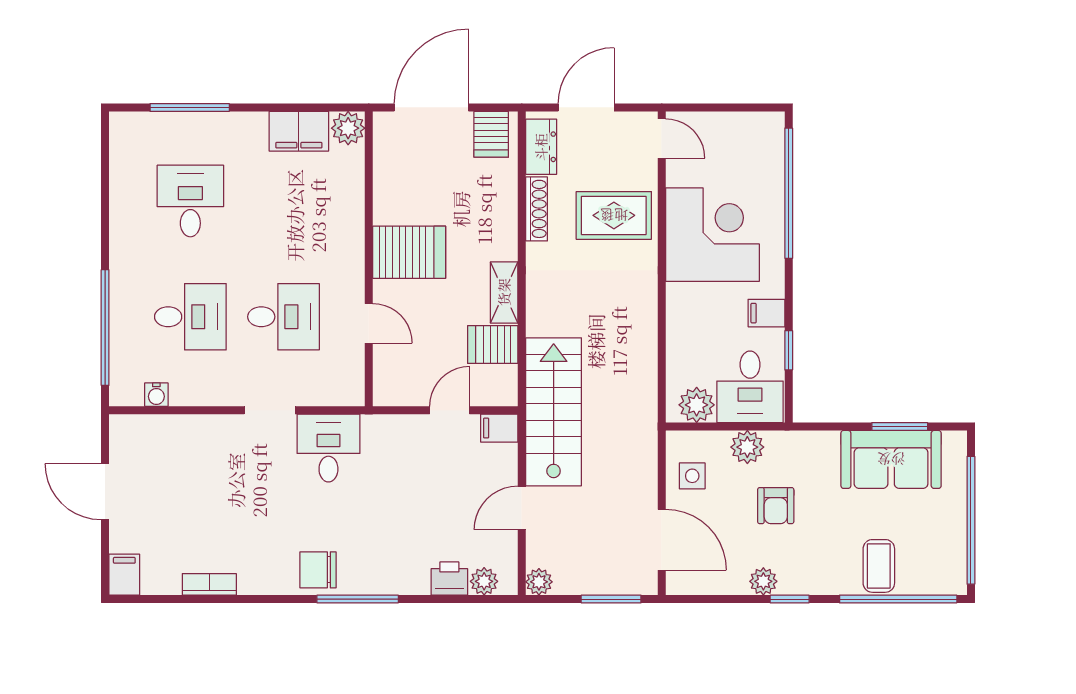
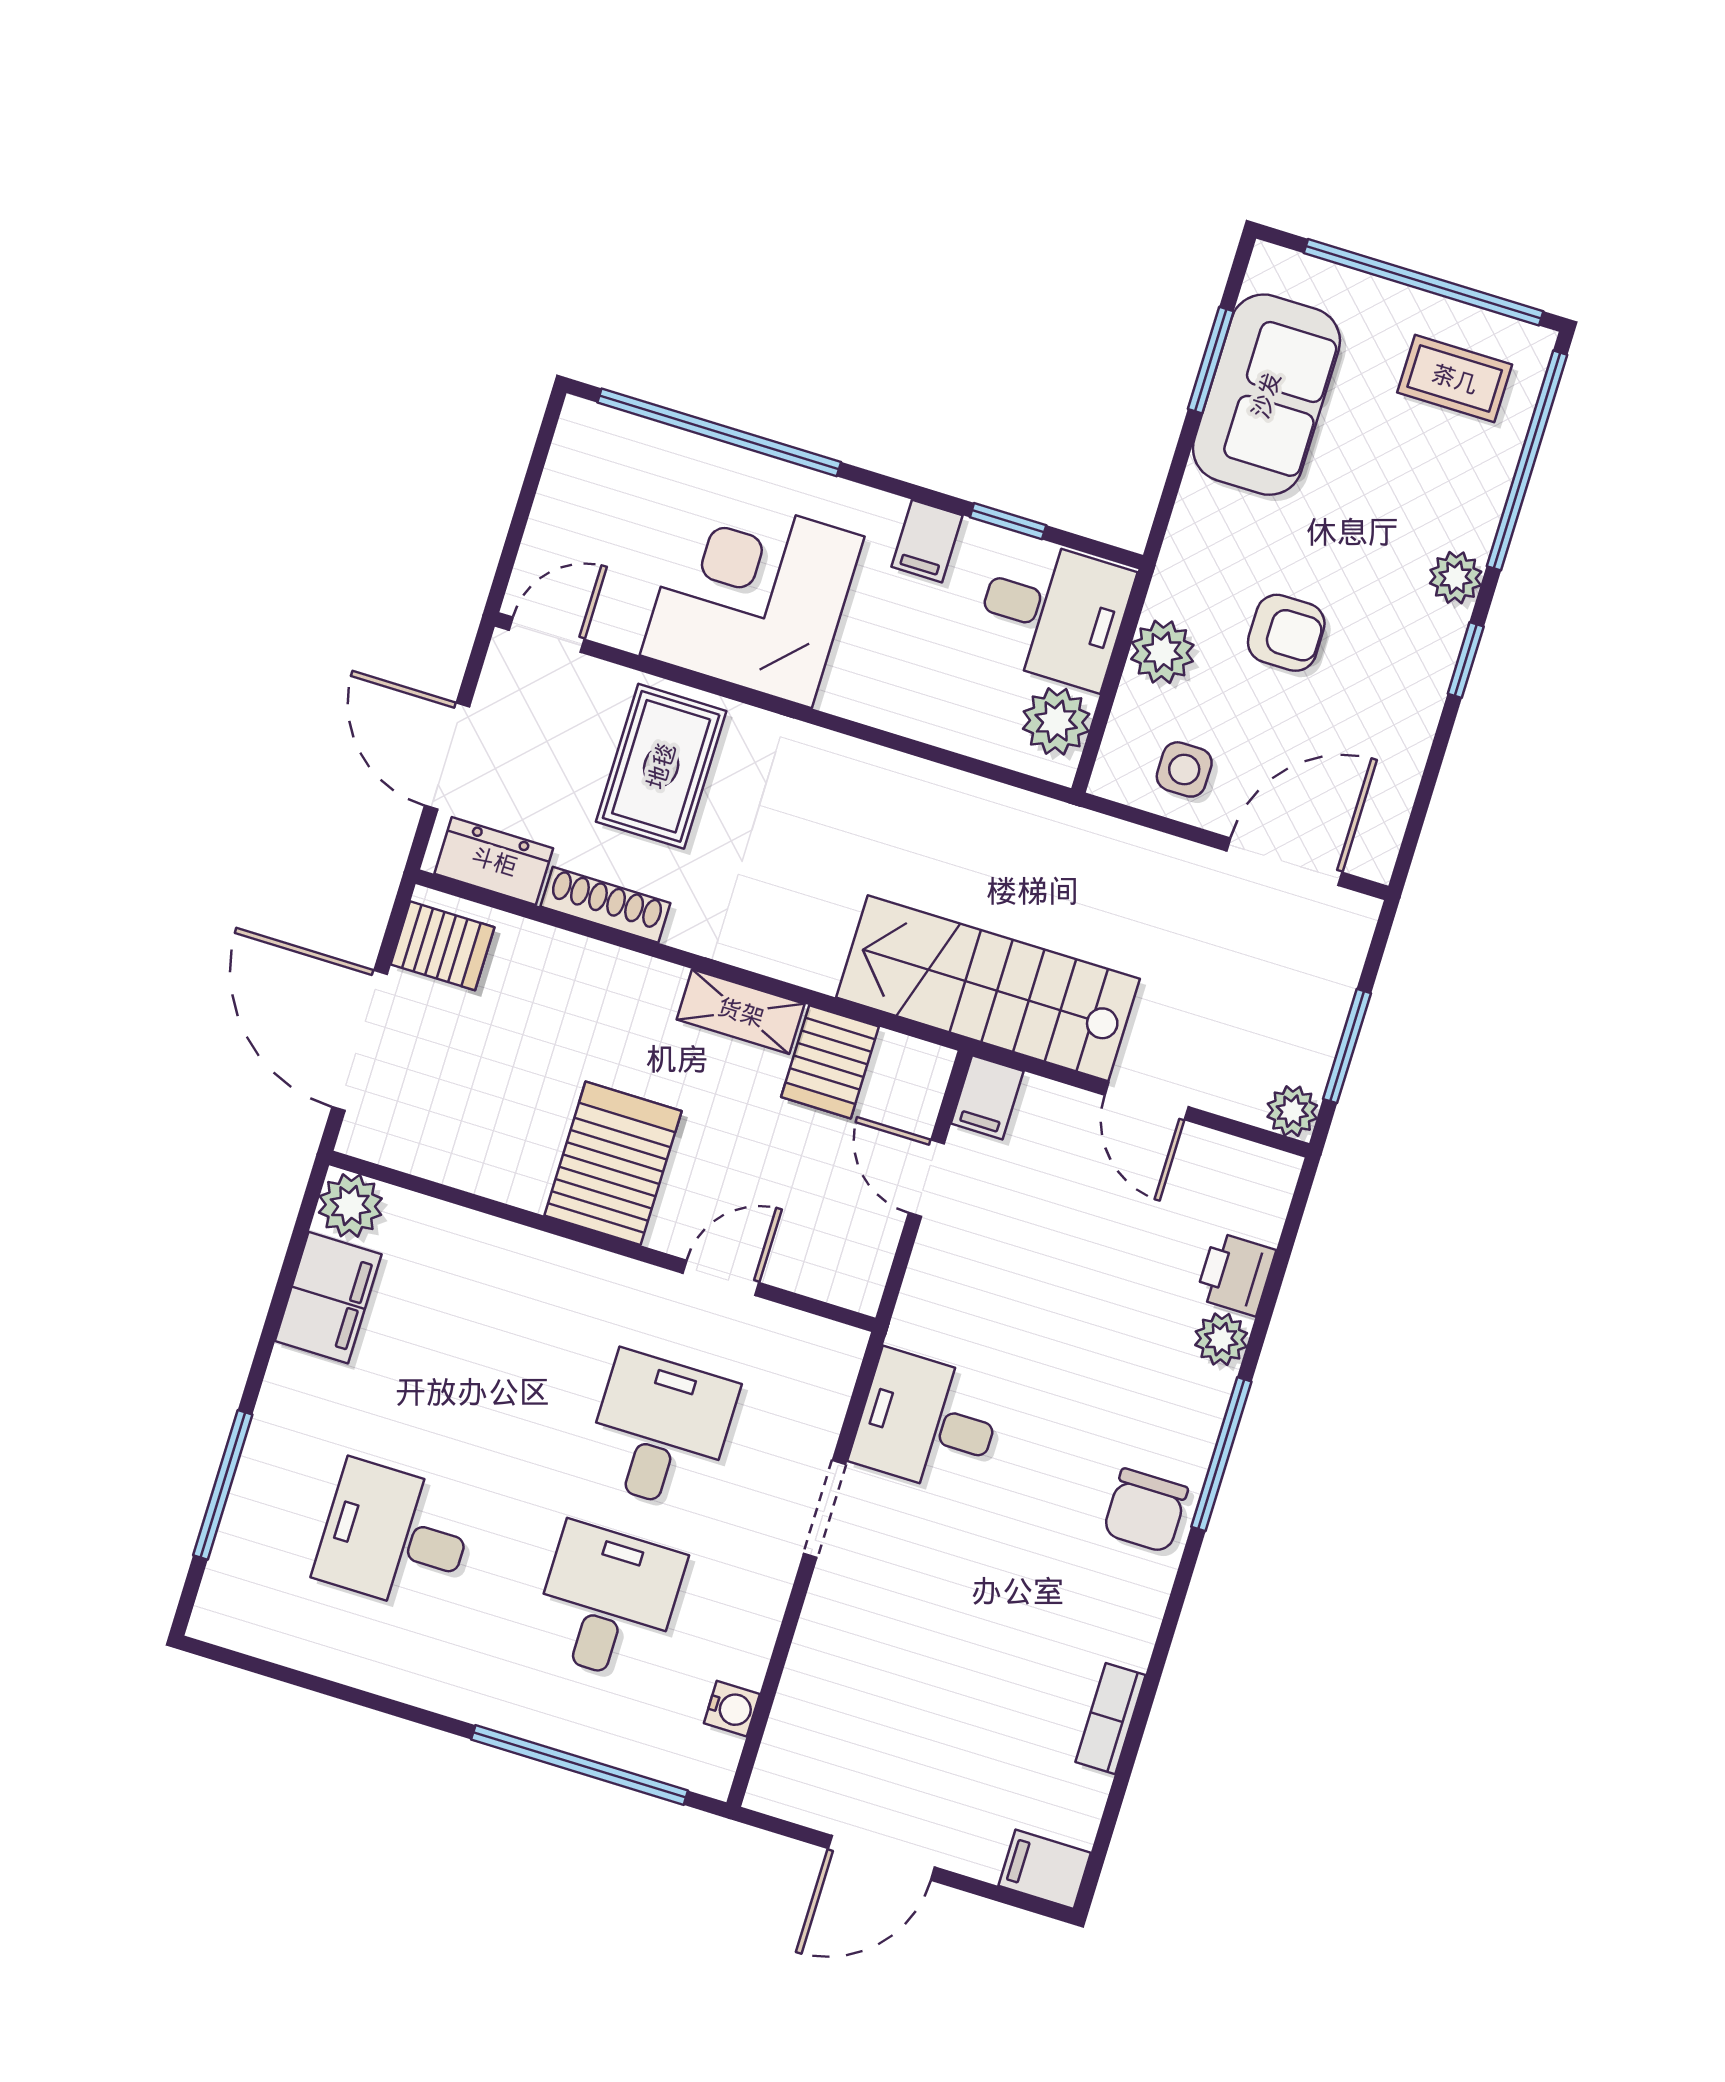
coffee table: (879, 566) -> (1455, 379), moved
plant: (484, 581) -> (1221, 1339), moved
plant: (763, 581) -> (1456, 578), moved
window: (611, 599) -> (1347, 1046), moved

